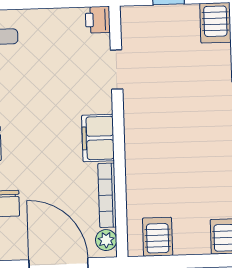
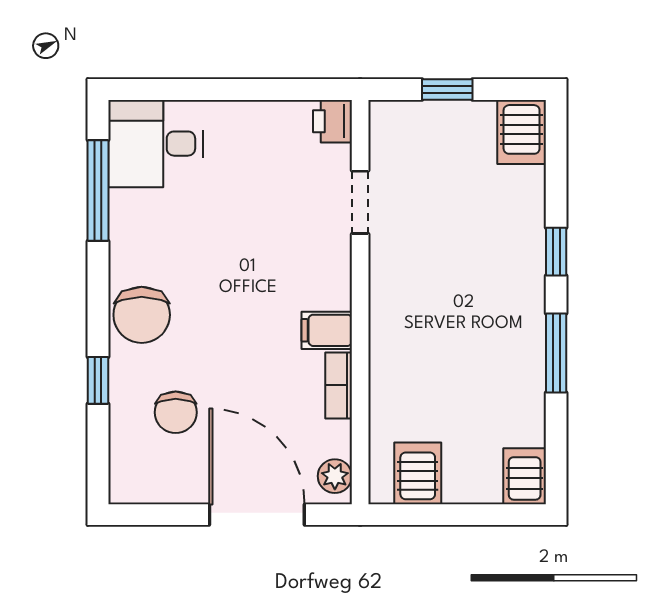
filing cabinet: (98, 138) -> (327, 330), width x0.50
bookcase: (107, 195) -> (339, 385), width x0.64

